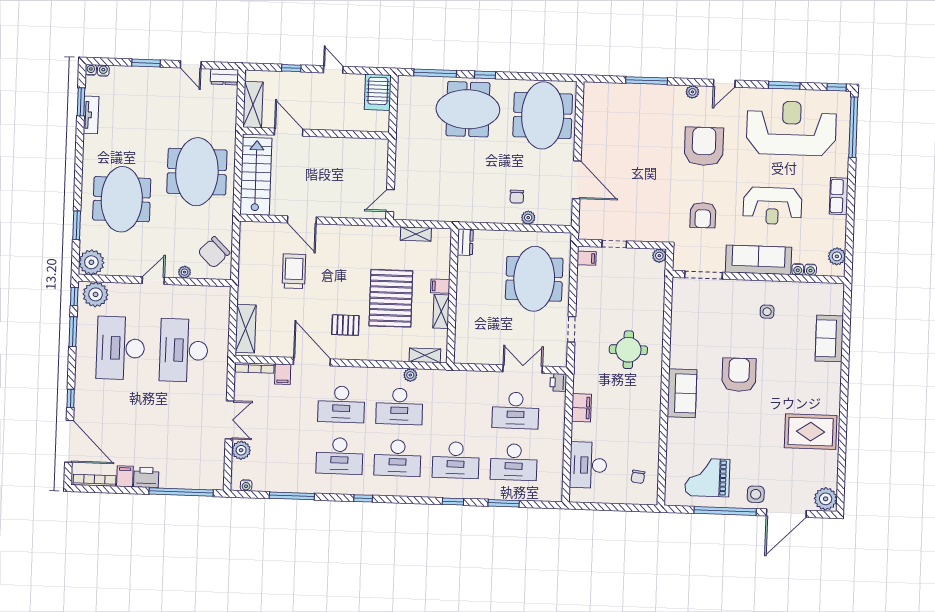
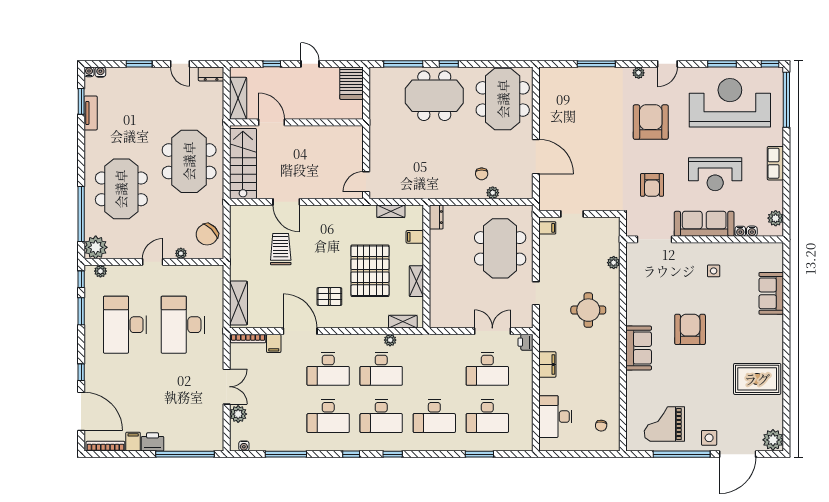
window: (77, 225) -> (81, 214), width x2.11
plant: (659, 256) -> (614, 263), moved
filing cabinet: (440, 286) -> (415, 237), moved
plant: (96, 294) -> (100, 271), width x0.53, depth x0.53
window: (453, 502) -> (393, 454), moved

